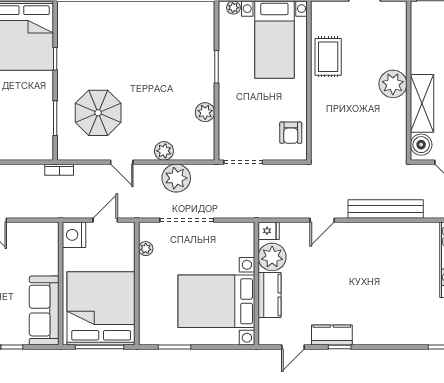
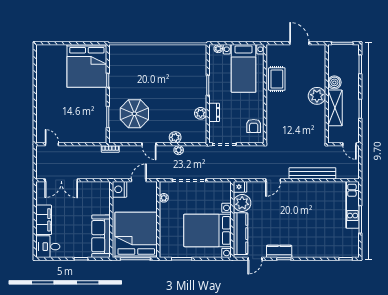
dresser: (227, 111) -> (214, 112), added
boiler: (421, 145) -> (334, 82), moved
plant: (176, 178) -> (179, 150), width x0.53, depth x0.53
kitchen counter: (270, 295) -> (241, 234), width x1.50

